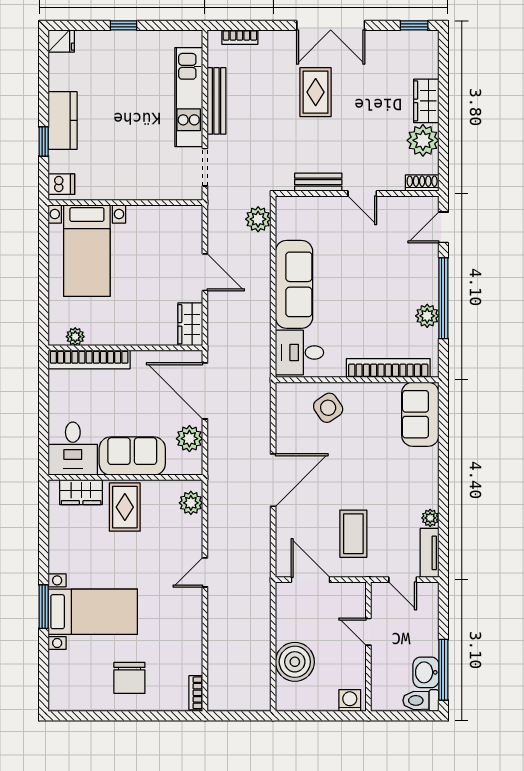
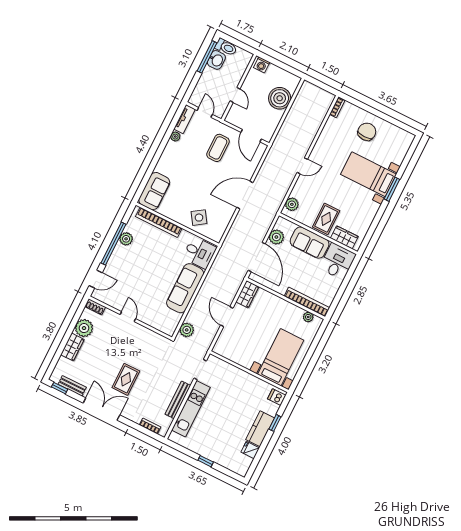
fridge: (61, 41) -> (250, 450), moved
bench: (318, 182) -> (72, 386), moved

